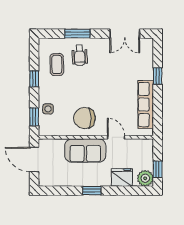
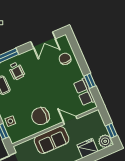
chair: (140, 65) -> (65, 59), added
window: (158, 76) -> (90, 81), moved
row of seats: (146, 104) -> (84, 92), width x0.68

